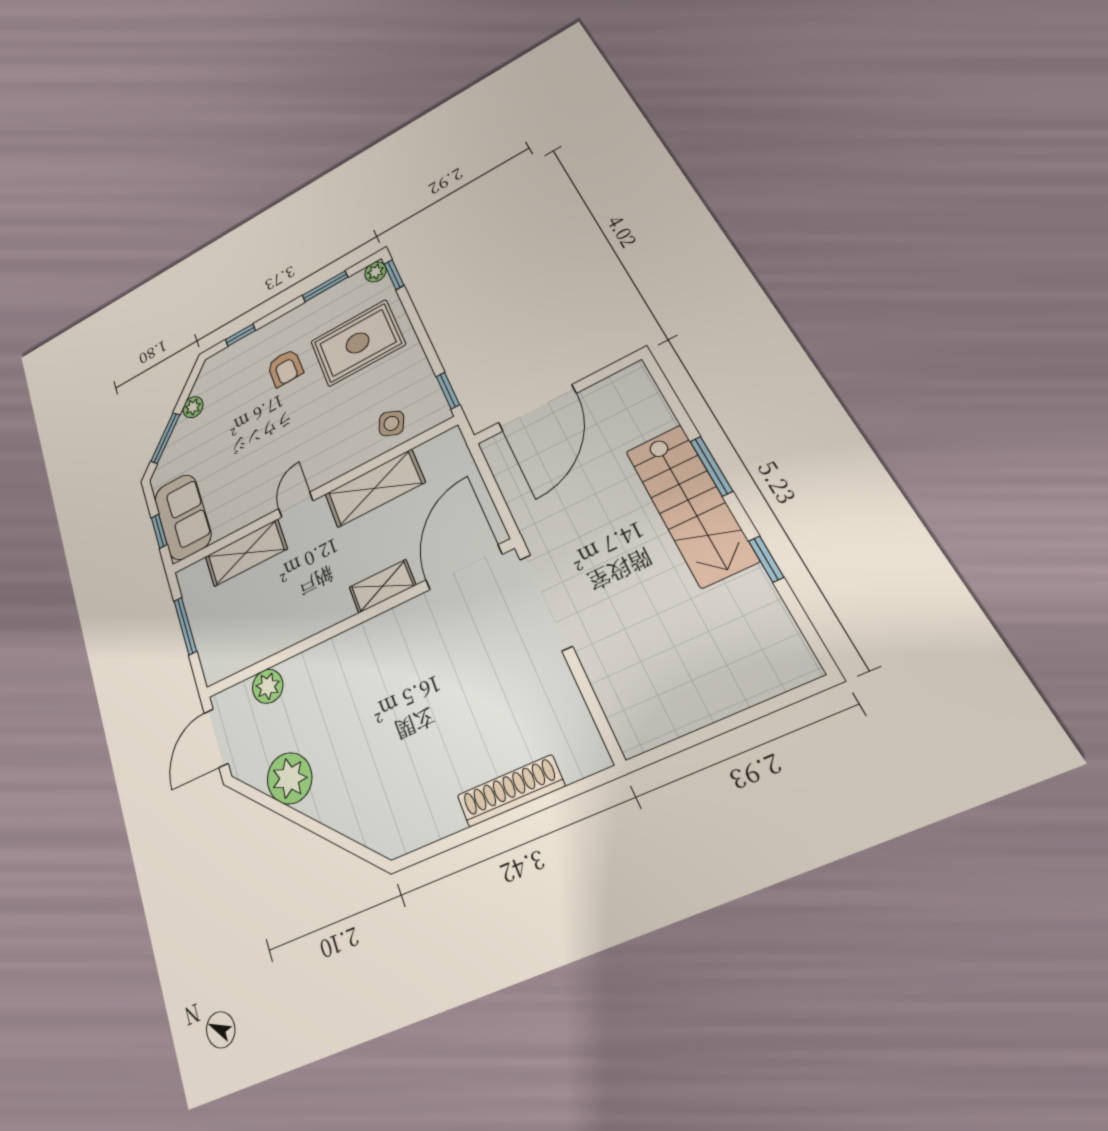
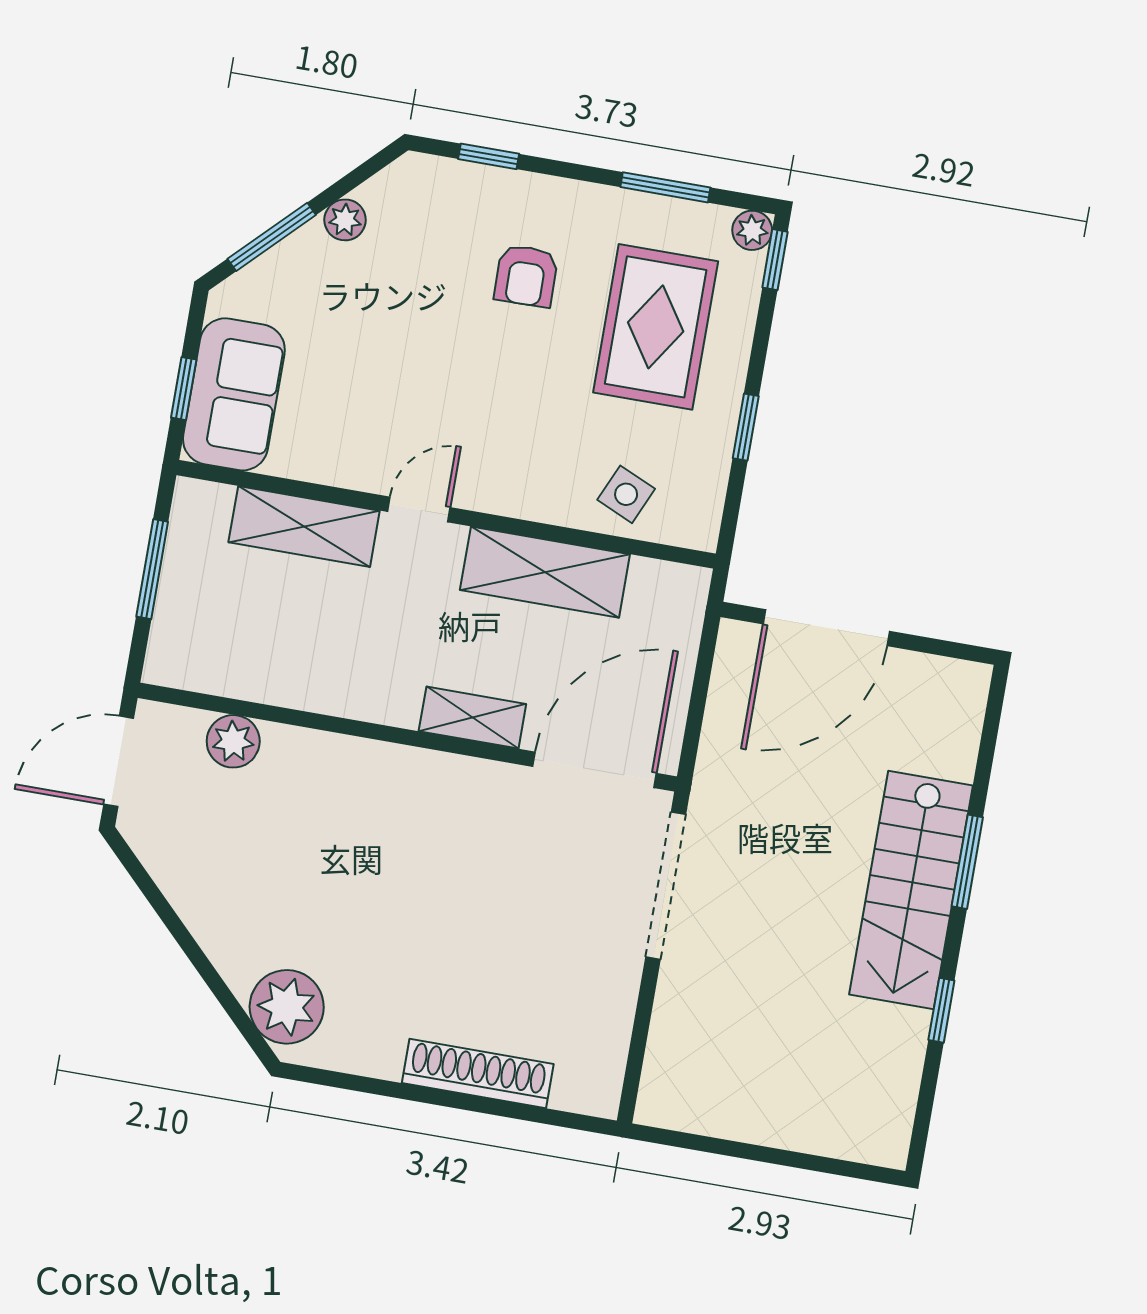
rug: (358, 343) -> (656, 327), turned 90
window: (448, 391) -> (746, 427), moved
plant: (289, 778) -> (287, 1007), moved

